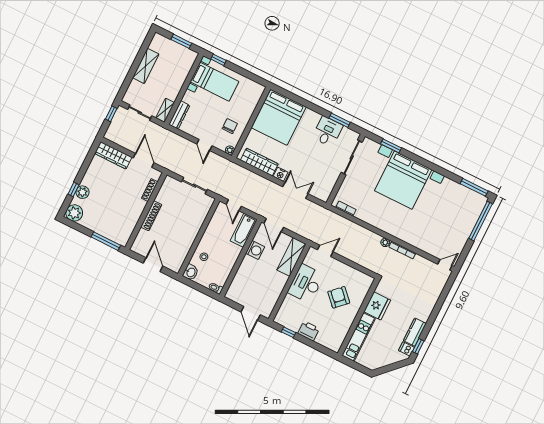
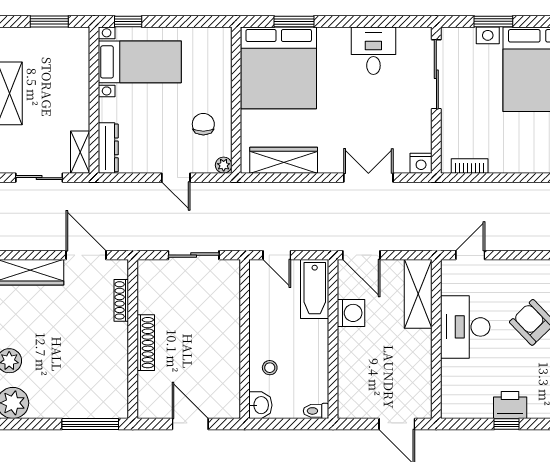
window: (340, 120) -> (294, 21), moved
nightstand: (281, 174) -> (421, 163), moved
window: (289, 332) -> (506, 424), moved

